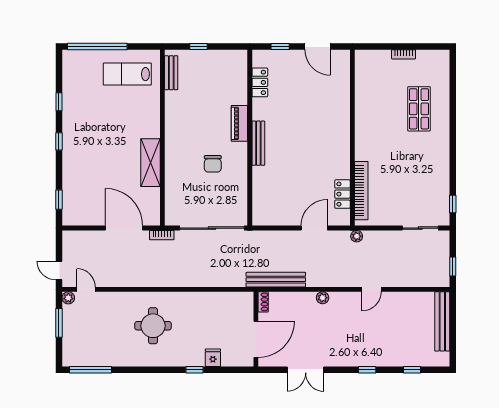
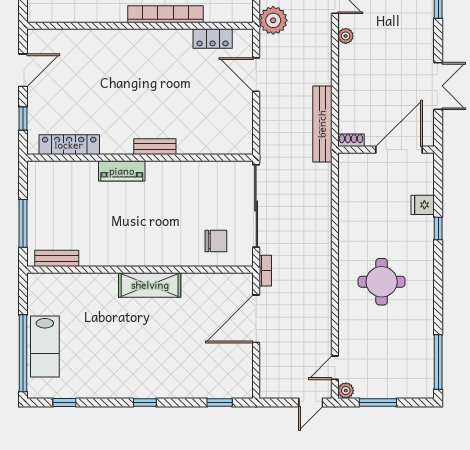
window: (198, 46) -> (23, 223), width x2.17
lab bench: (127, 74) -> (45, 347), moved
locker: (260, 82) -> (69, 145), width x1.53
window: (59, 102) -> (64, 402), moved
bench: (258, 143) -> (155, 147), width x0.73
shelving: (150, 163) -> (150, 285), moved
chair: (213, 164) -> (216, 241), moved
bookcase: (361, 191) -> (165, 14), moved
plant: (357, 236) -> (273, 20), width x1.87, depth x1.87
plant: (323, 298) -> (346, 36), moved
door: (256, 339) -> (399, 150), hinge flipped

